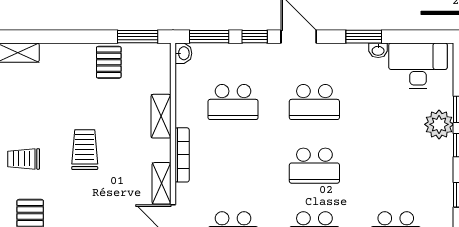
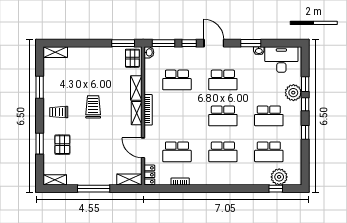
pallet: (109, 62) -> (132, 58), moved
school desk: (396, 166) -> (269, 116), added
shelving: (162, 183) -> (137, 113), moved

